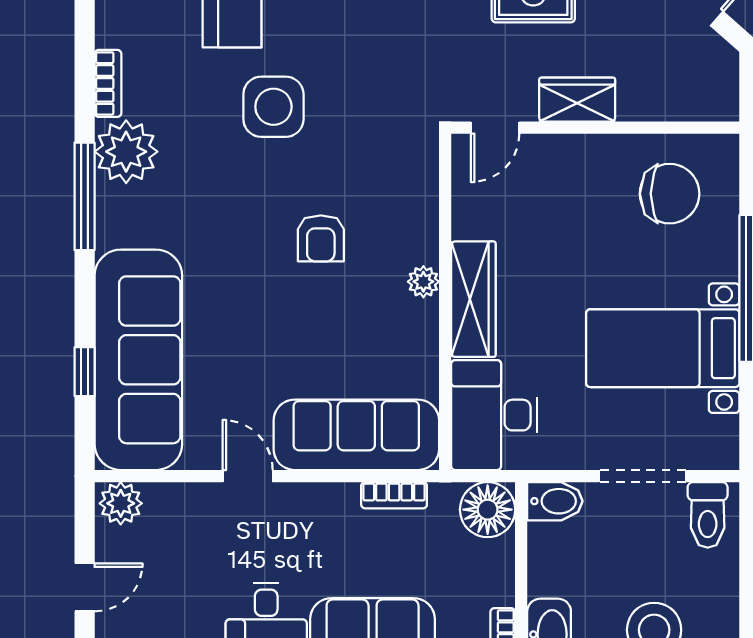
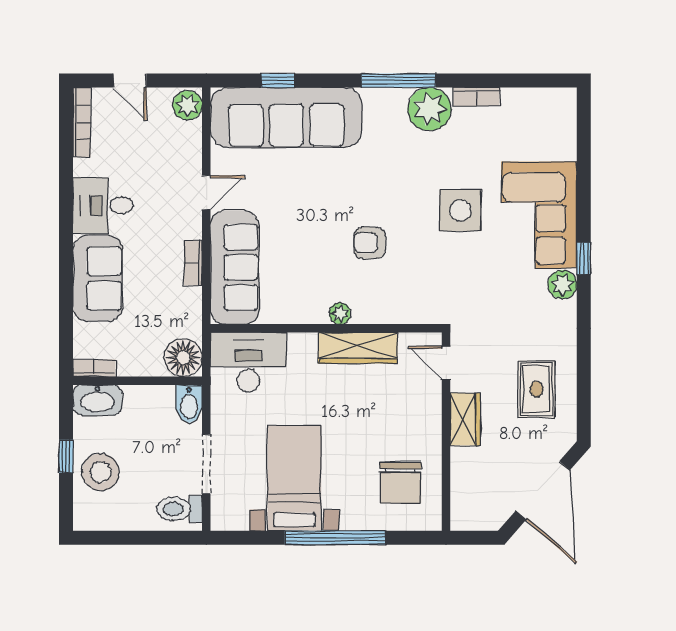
wardrobe: (473, 299) -> (358, 348), moved
bookcase: (394, 495) -> (193, 263), moved

